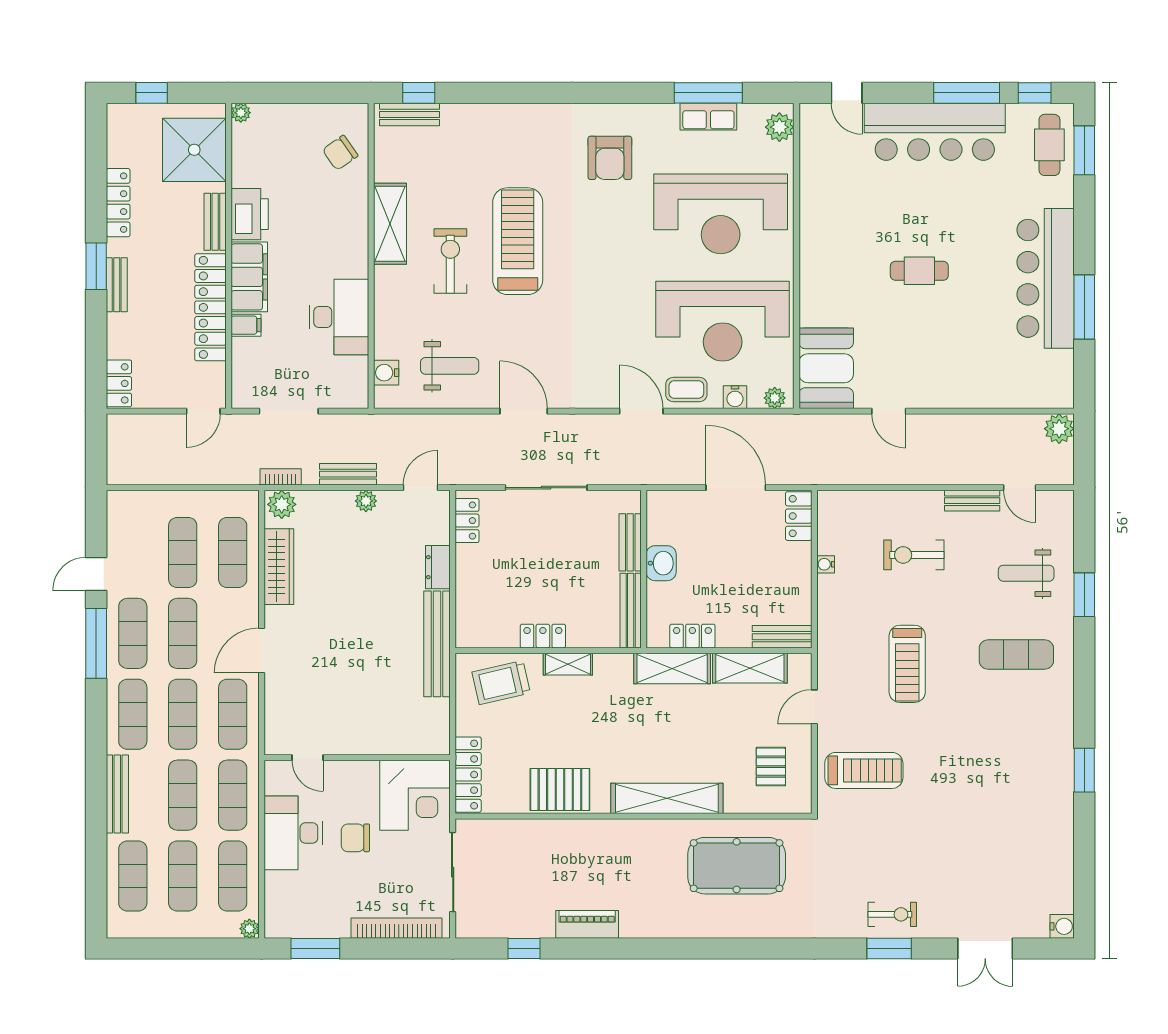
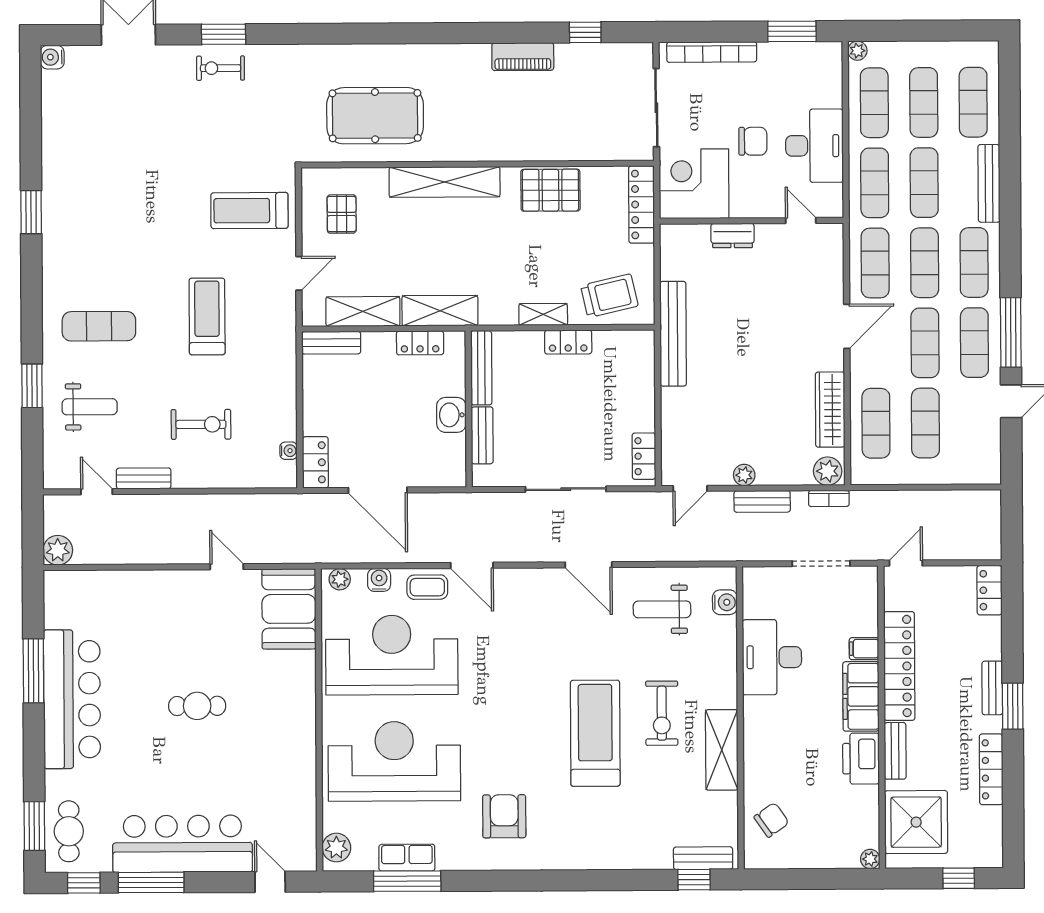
treadmill: (518, 241) -> (595, 733), turned 180
water cooler: (826, 564) -> (289, 451), moved
dresser: (438, 567) -> (733, 236), moved, turned 90

